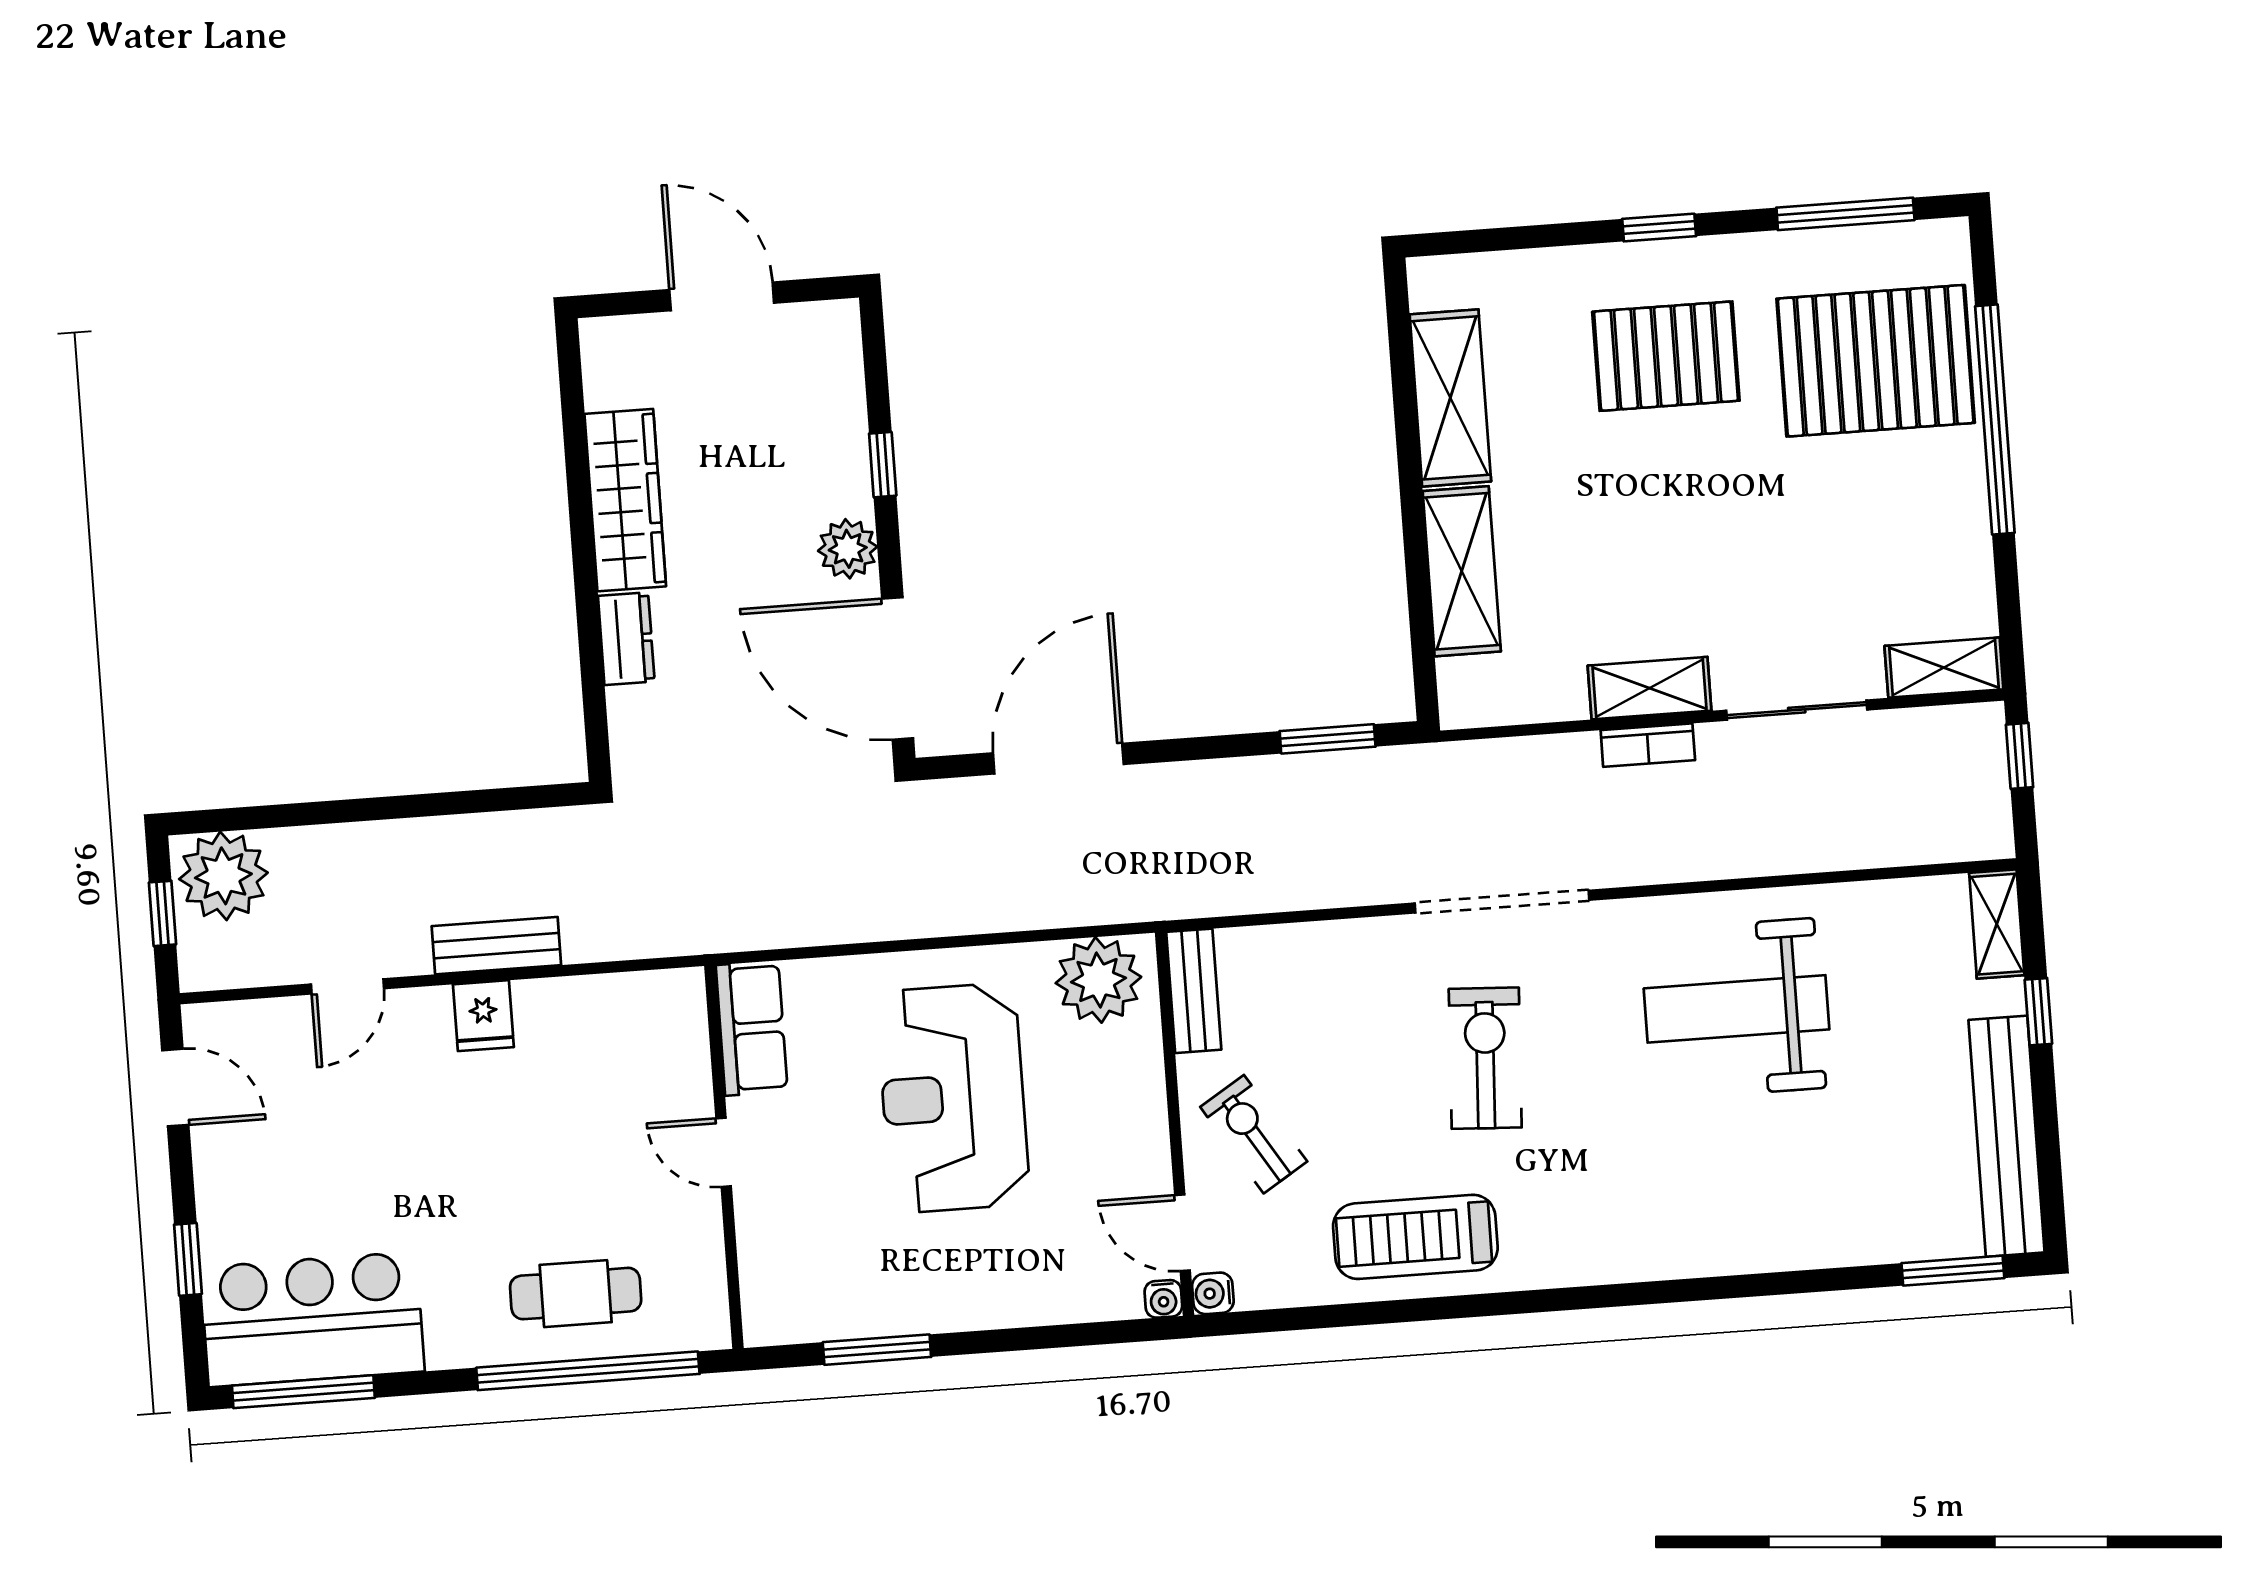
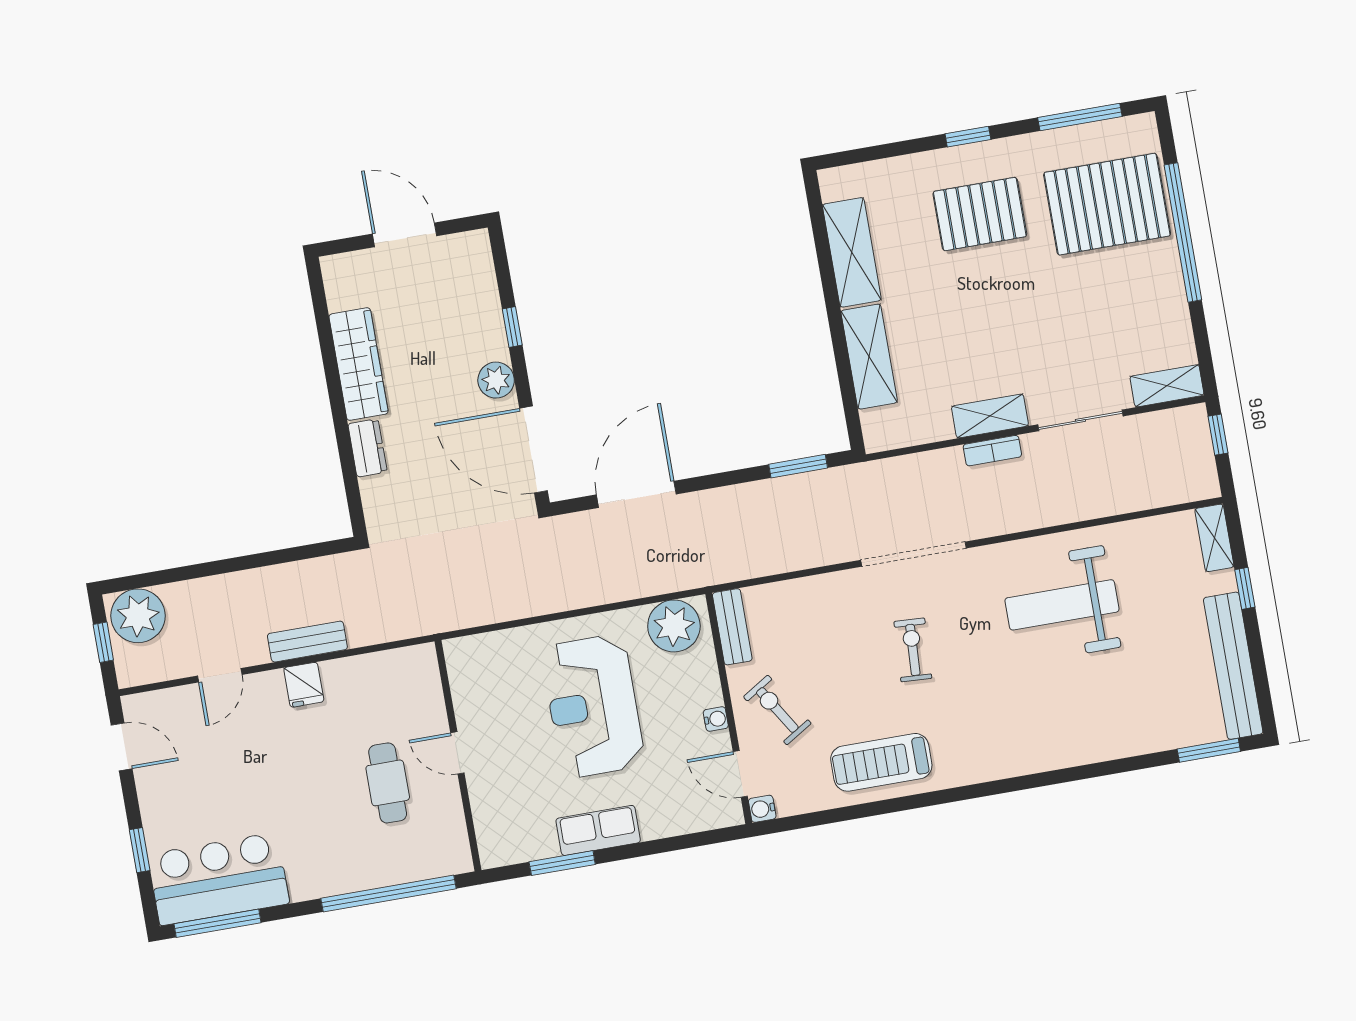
row of seats: (752, 1028) -> (598, 830), moved, turned -90
exercise bike: (1485, 1058) -> (913, 650), width x0.73, depth x0.72
cafe table: (576, 1294) -> (388, 783), moved, turned 90
water cooler: (1163, 1299) -> (716, 719), moved, turned -90

